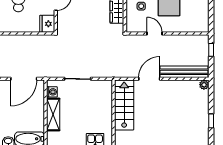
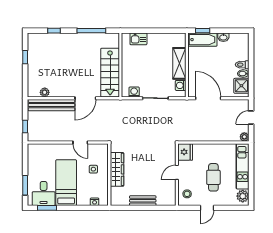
door: (24, 79) -> (208, 98), hinge flipped
washing machine: (99, 85) -> (134, 92), added
plant: (204, 85) -> (45, 92), moved

